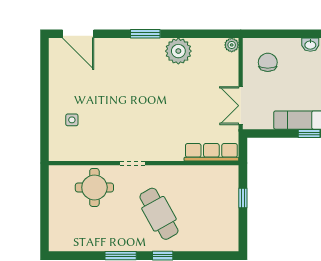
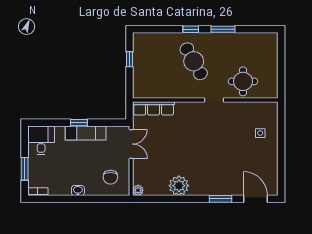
window: (145, 34) -> (220, 199), moved
window: (243, 198) -> (129, 59), moved

